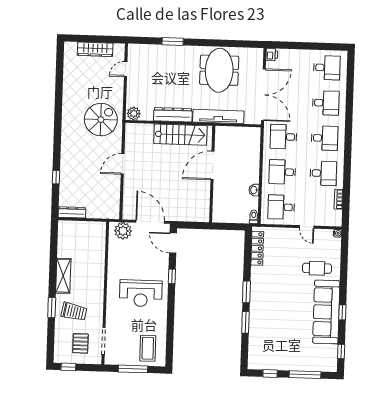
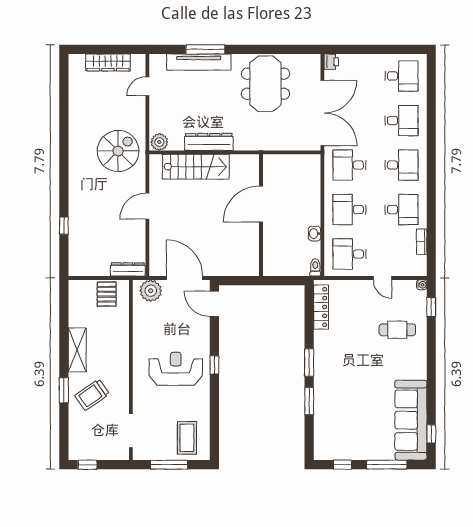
window: (173, 41) -> (205, 49), width x1.44
tv unit: (218, 117) -> (199, 62), moved, turned 180
stairs: (180, 135) -> (196, 167), moved
dresser: (72, 212) -> (128, 269), moved
window: (172, 276) -> (214, 365), moved
reception desk: (141, 293) -> (176, 369), turned 180
trolley: (74, 312) -> (92, 395), turned 134
sofa: (326, 312) -> (411, 420), moved
window: (342, 312) -> (431, 307), moved
pallet: (80, 343) -> (107, 294), moved

